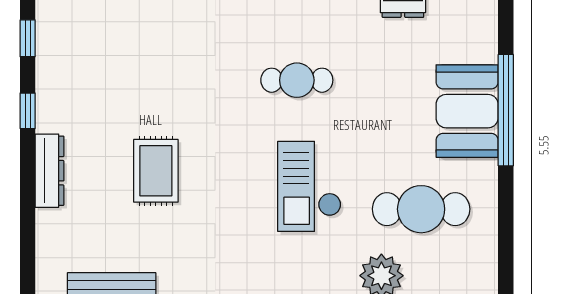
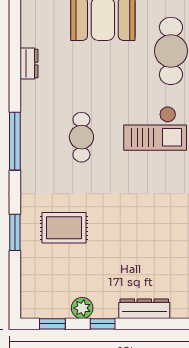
plant: (51, 81) -> (82, 308), added
rug: (156, 171) -> (64, 228), moved

